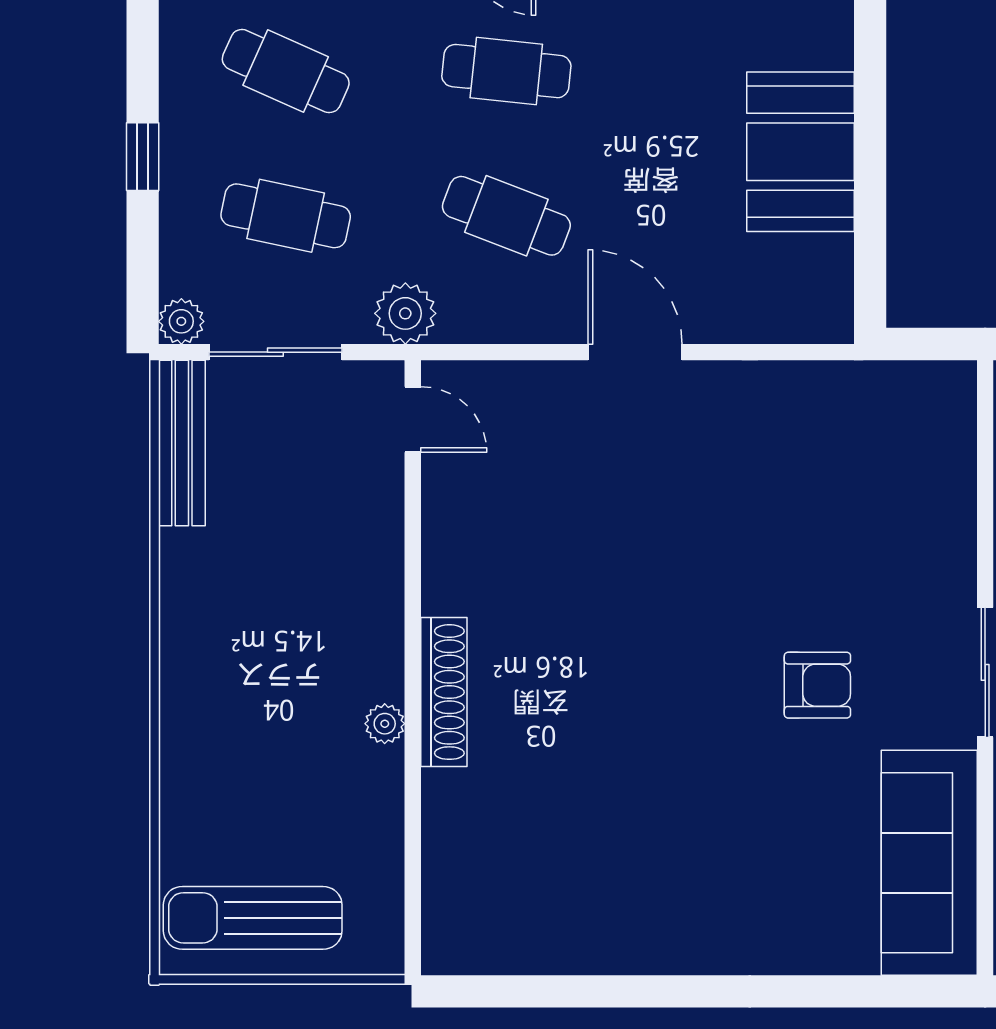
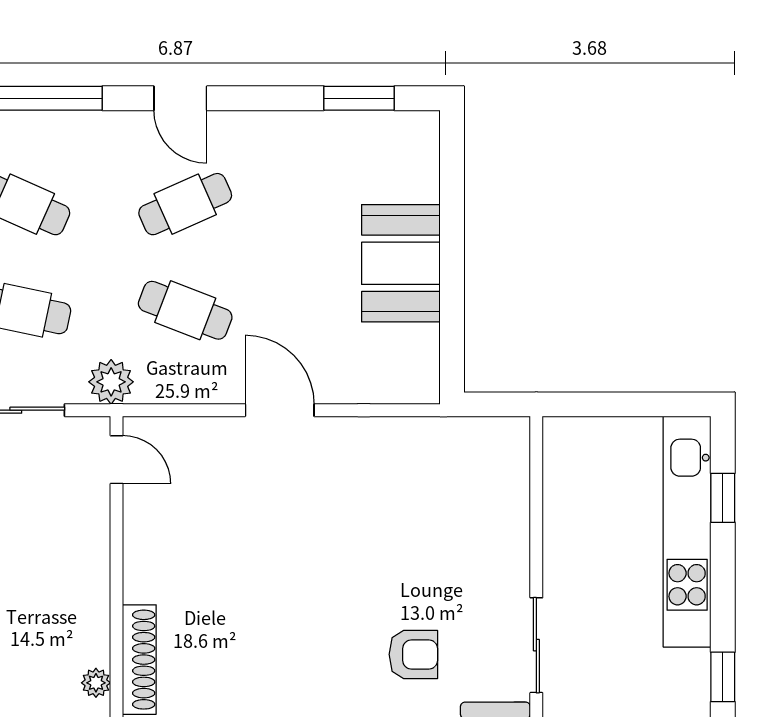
cafe table: (506, 71) -> (185, 204), turned -30

